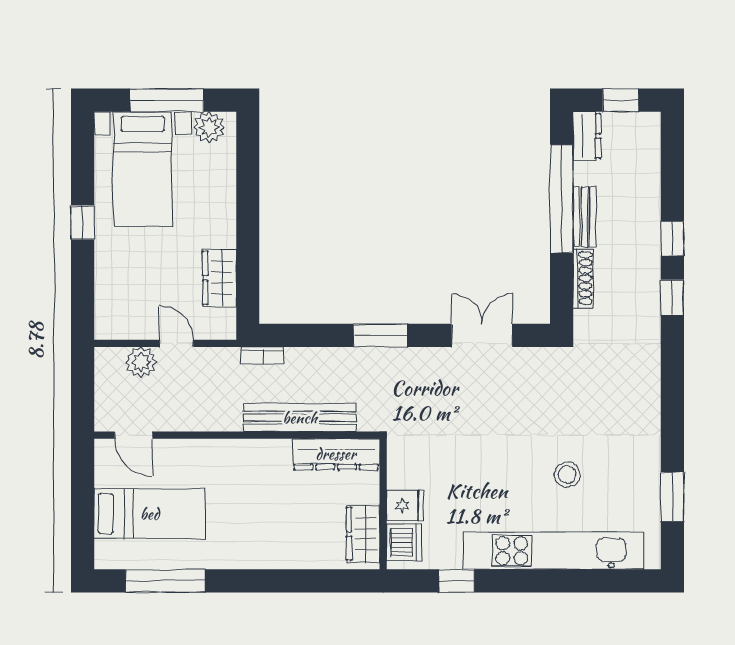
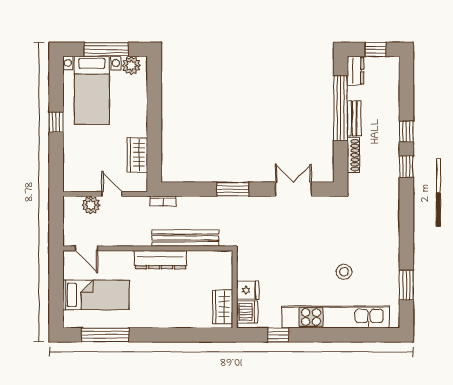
dresser: (336, 454) -> (160, 260), moved

